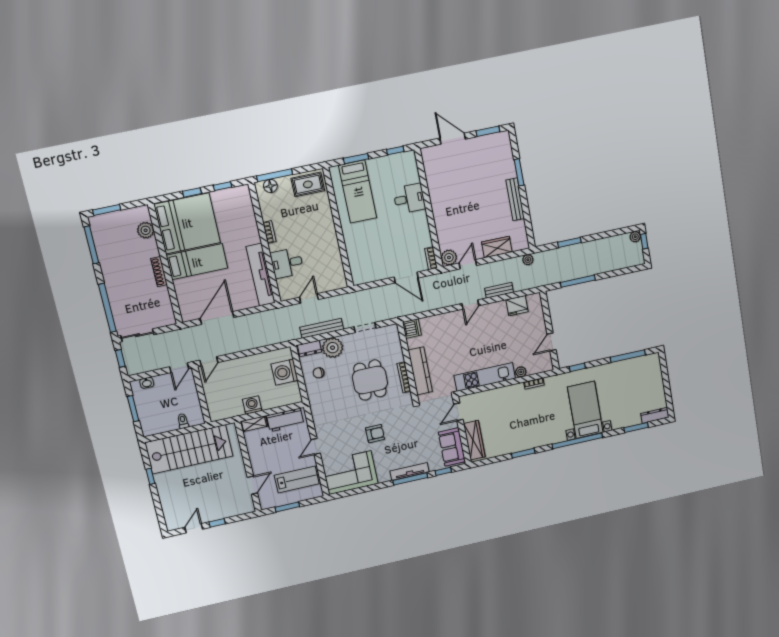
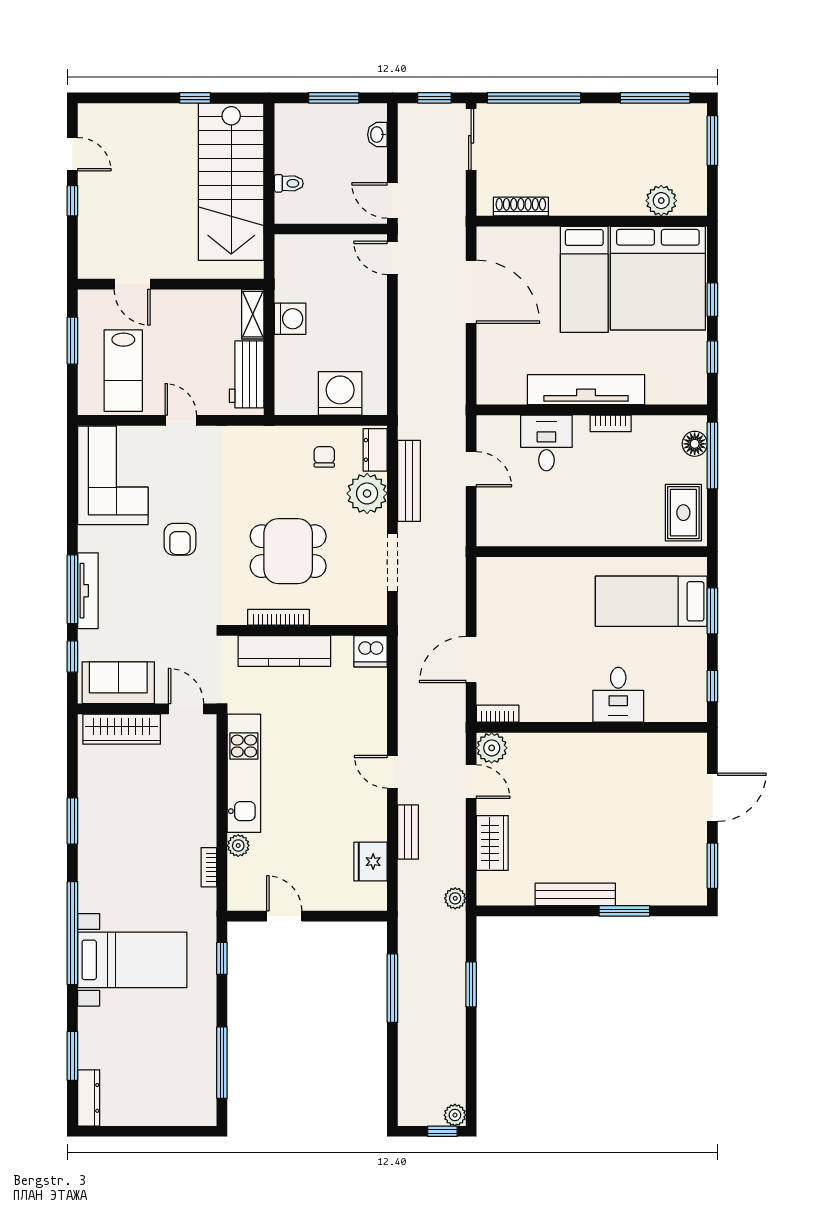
shoe rack: (159, 272) -> (521, 207), moved
tv unit: (261, 275) -> (586, 390), moved
doorway: (365, 327) -> (392, 562), width x1.38

